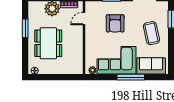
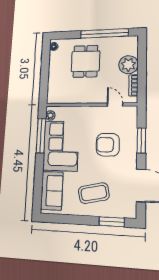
window: (25, 28) -> (104, 33), width x2.11
dining table: (48, 43) -> (85, 61), width x0.73
window: (131, 77) -> (41, 136), moved

